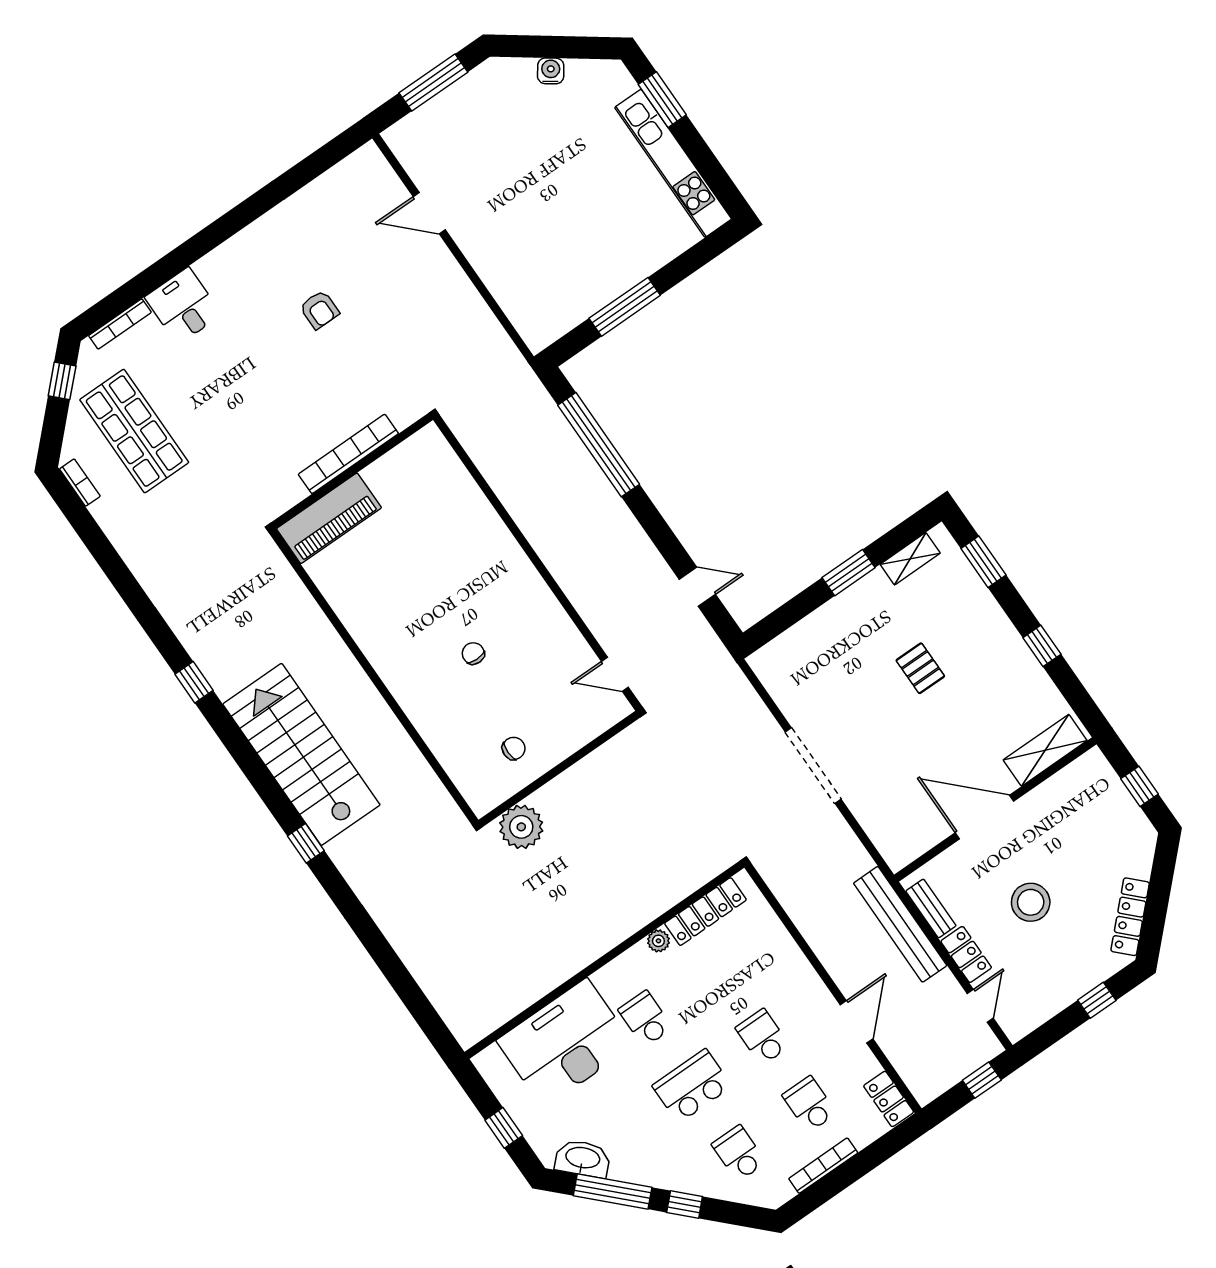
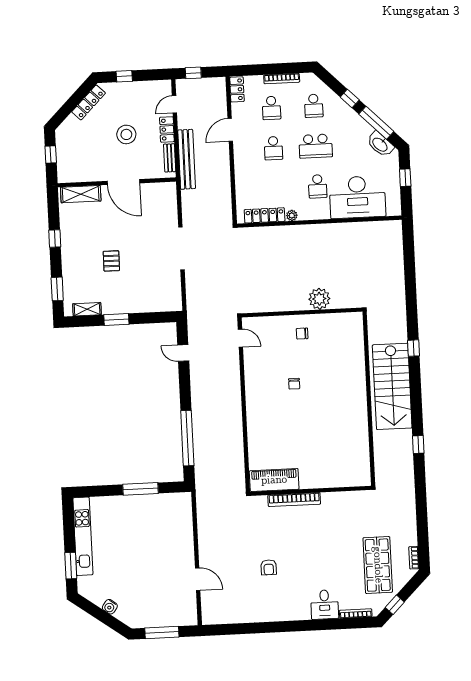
armchair: (319, 310) -> (269, 567), turned 180
piano: (329, 518) -> (274, 480), moved
wall: (374, 677) -> (369, 399), moved

